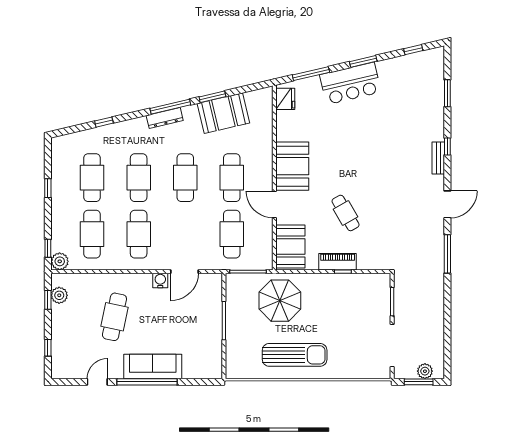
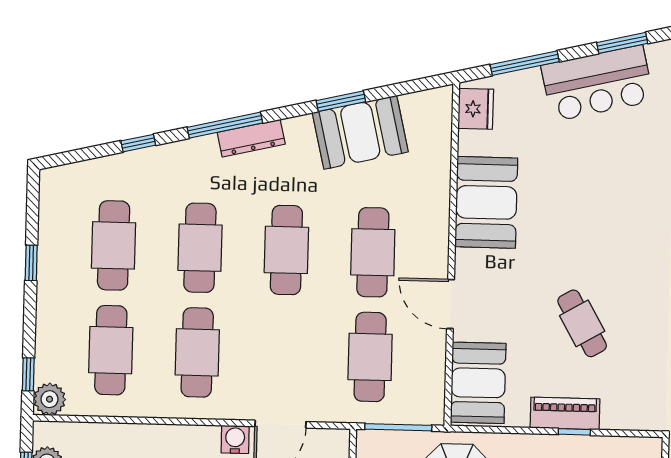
window: (170, 107) -> (225, 125), moved
booth: (292, 166) -> (486, 202), moved

